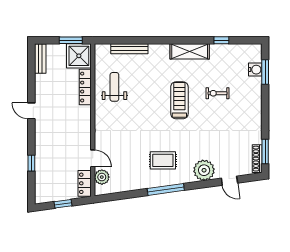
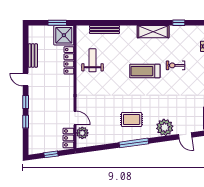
bench: (40, 59) -> (33, 56), moved
treadmill: (179, 100) -> (145, 71), turned -90
window: (31, 139) -> (26, 102), added

